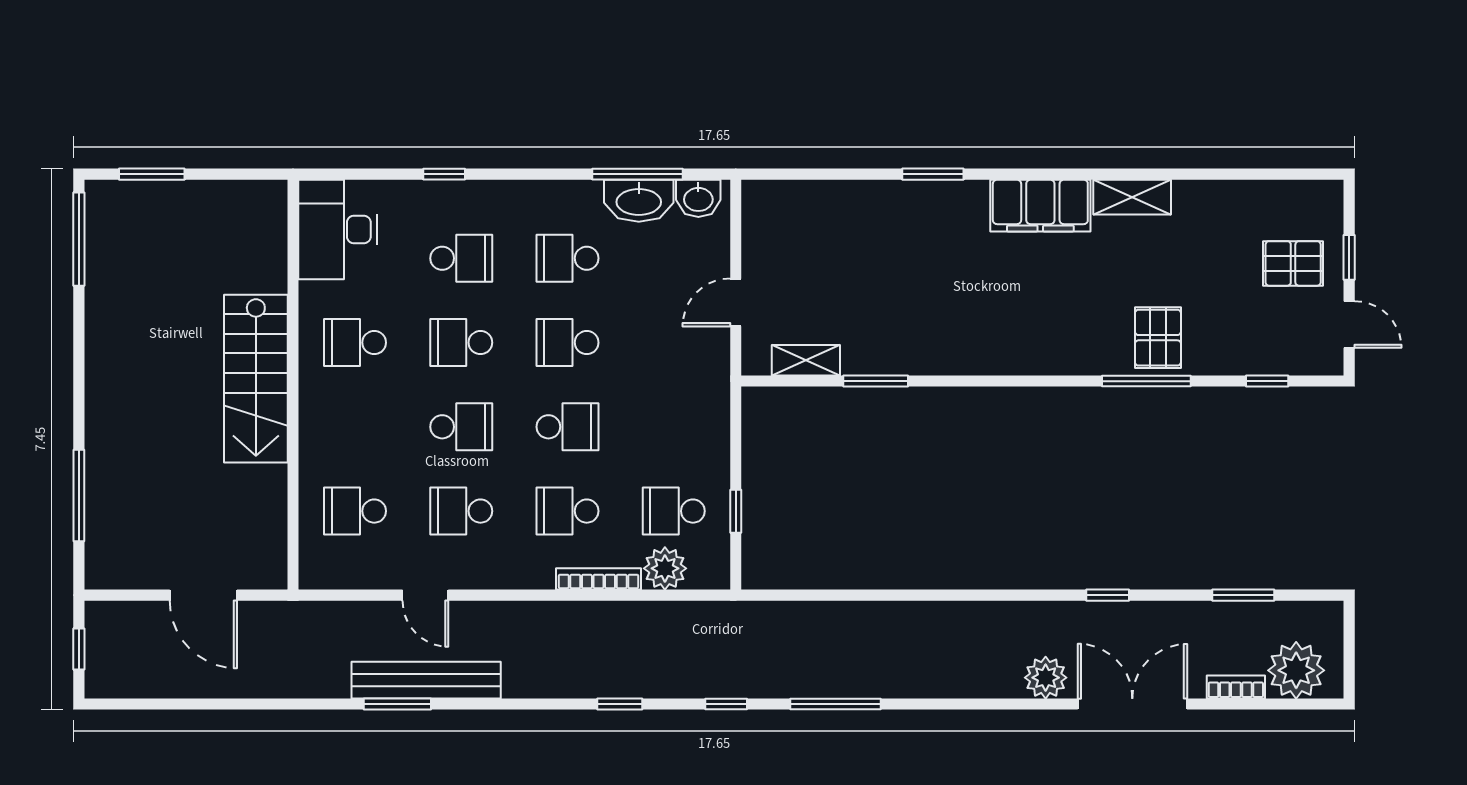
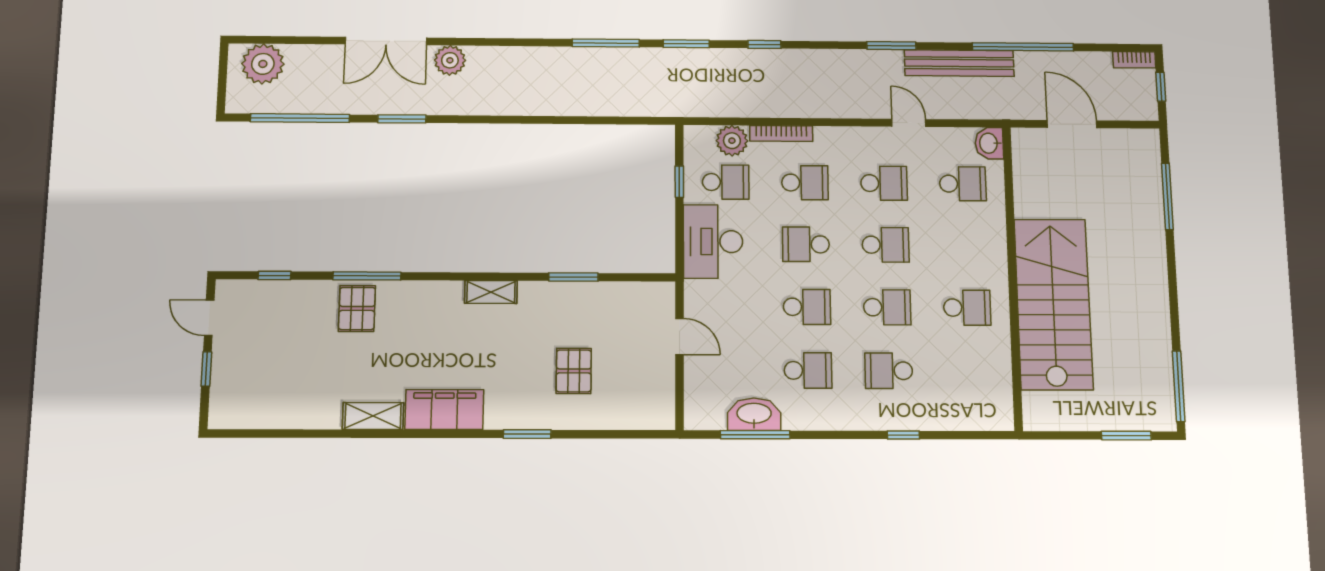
washbasin: (698, 198) -> (989, 143), moved, turned -90
desk: (338, 230) -> (713, 242), moved, turned 180
pallet: (1293, 263) -> (574, 371), moved, turned 90
door: (736, 302) -> (679, 336), hinge flipped
shelving: (806, 360) -> (491, 292), moved
stairs: (256, 379) -> (1053, 304), width x1.36, depth x1.51
school desk: (461, 427) -> (886, 245), turned 180
window: (1108, 595) -> (402, 119), width x1.50
window: (1243, 595) -> (300, 118), width x2.11
bench: (426, 680) -> (959, 63), moved
bookcase: (1236, 687) -> (1134, 60), moved
window: (266, 704) -> (1023, 47), added
window: (397, 704) -> (891, 46), moved
window: (726, 704) -> (686, 44), width x1.50

